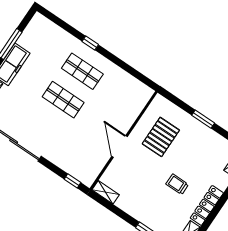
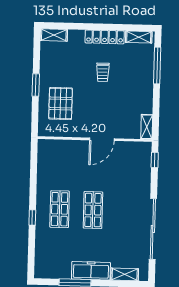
pallet: (161, 137) -> (61, 103), moved, turned 90

